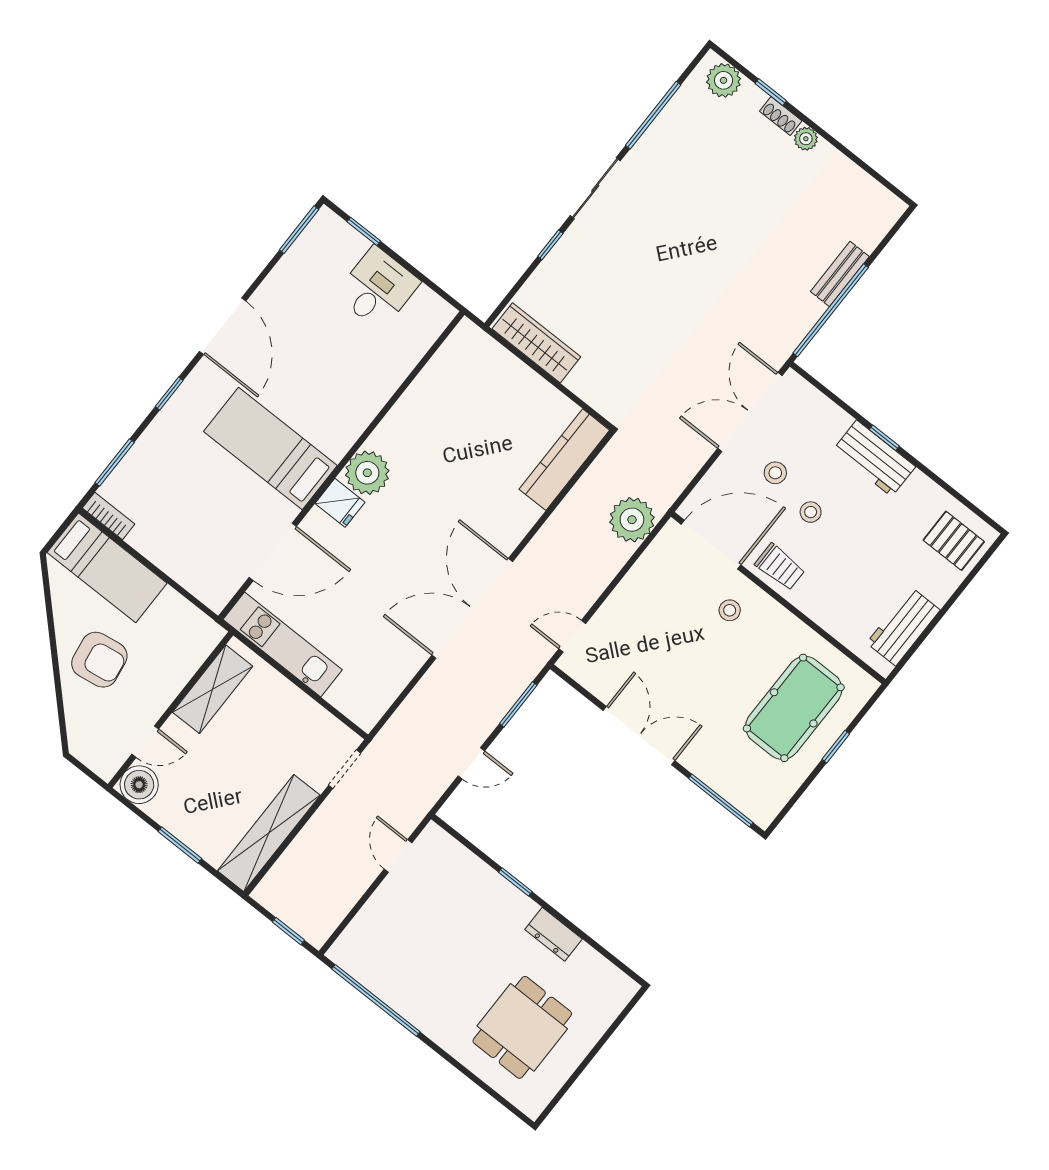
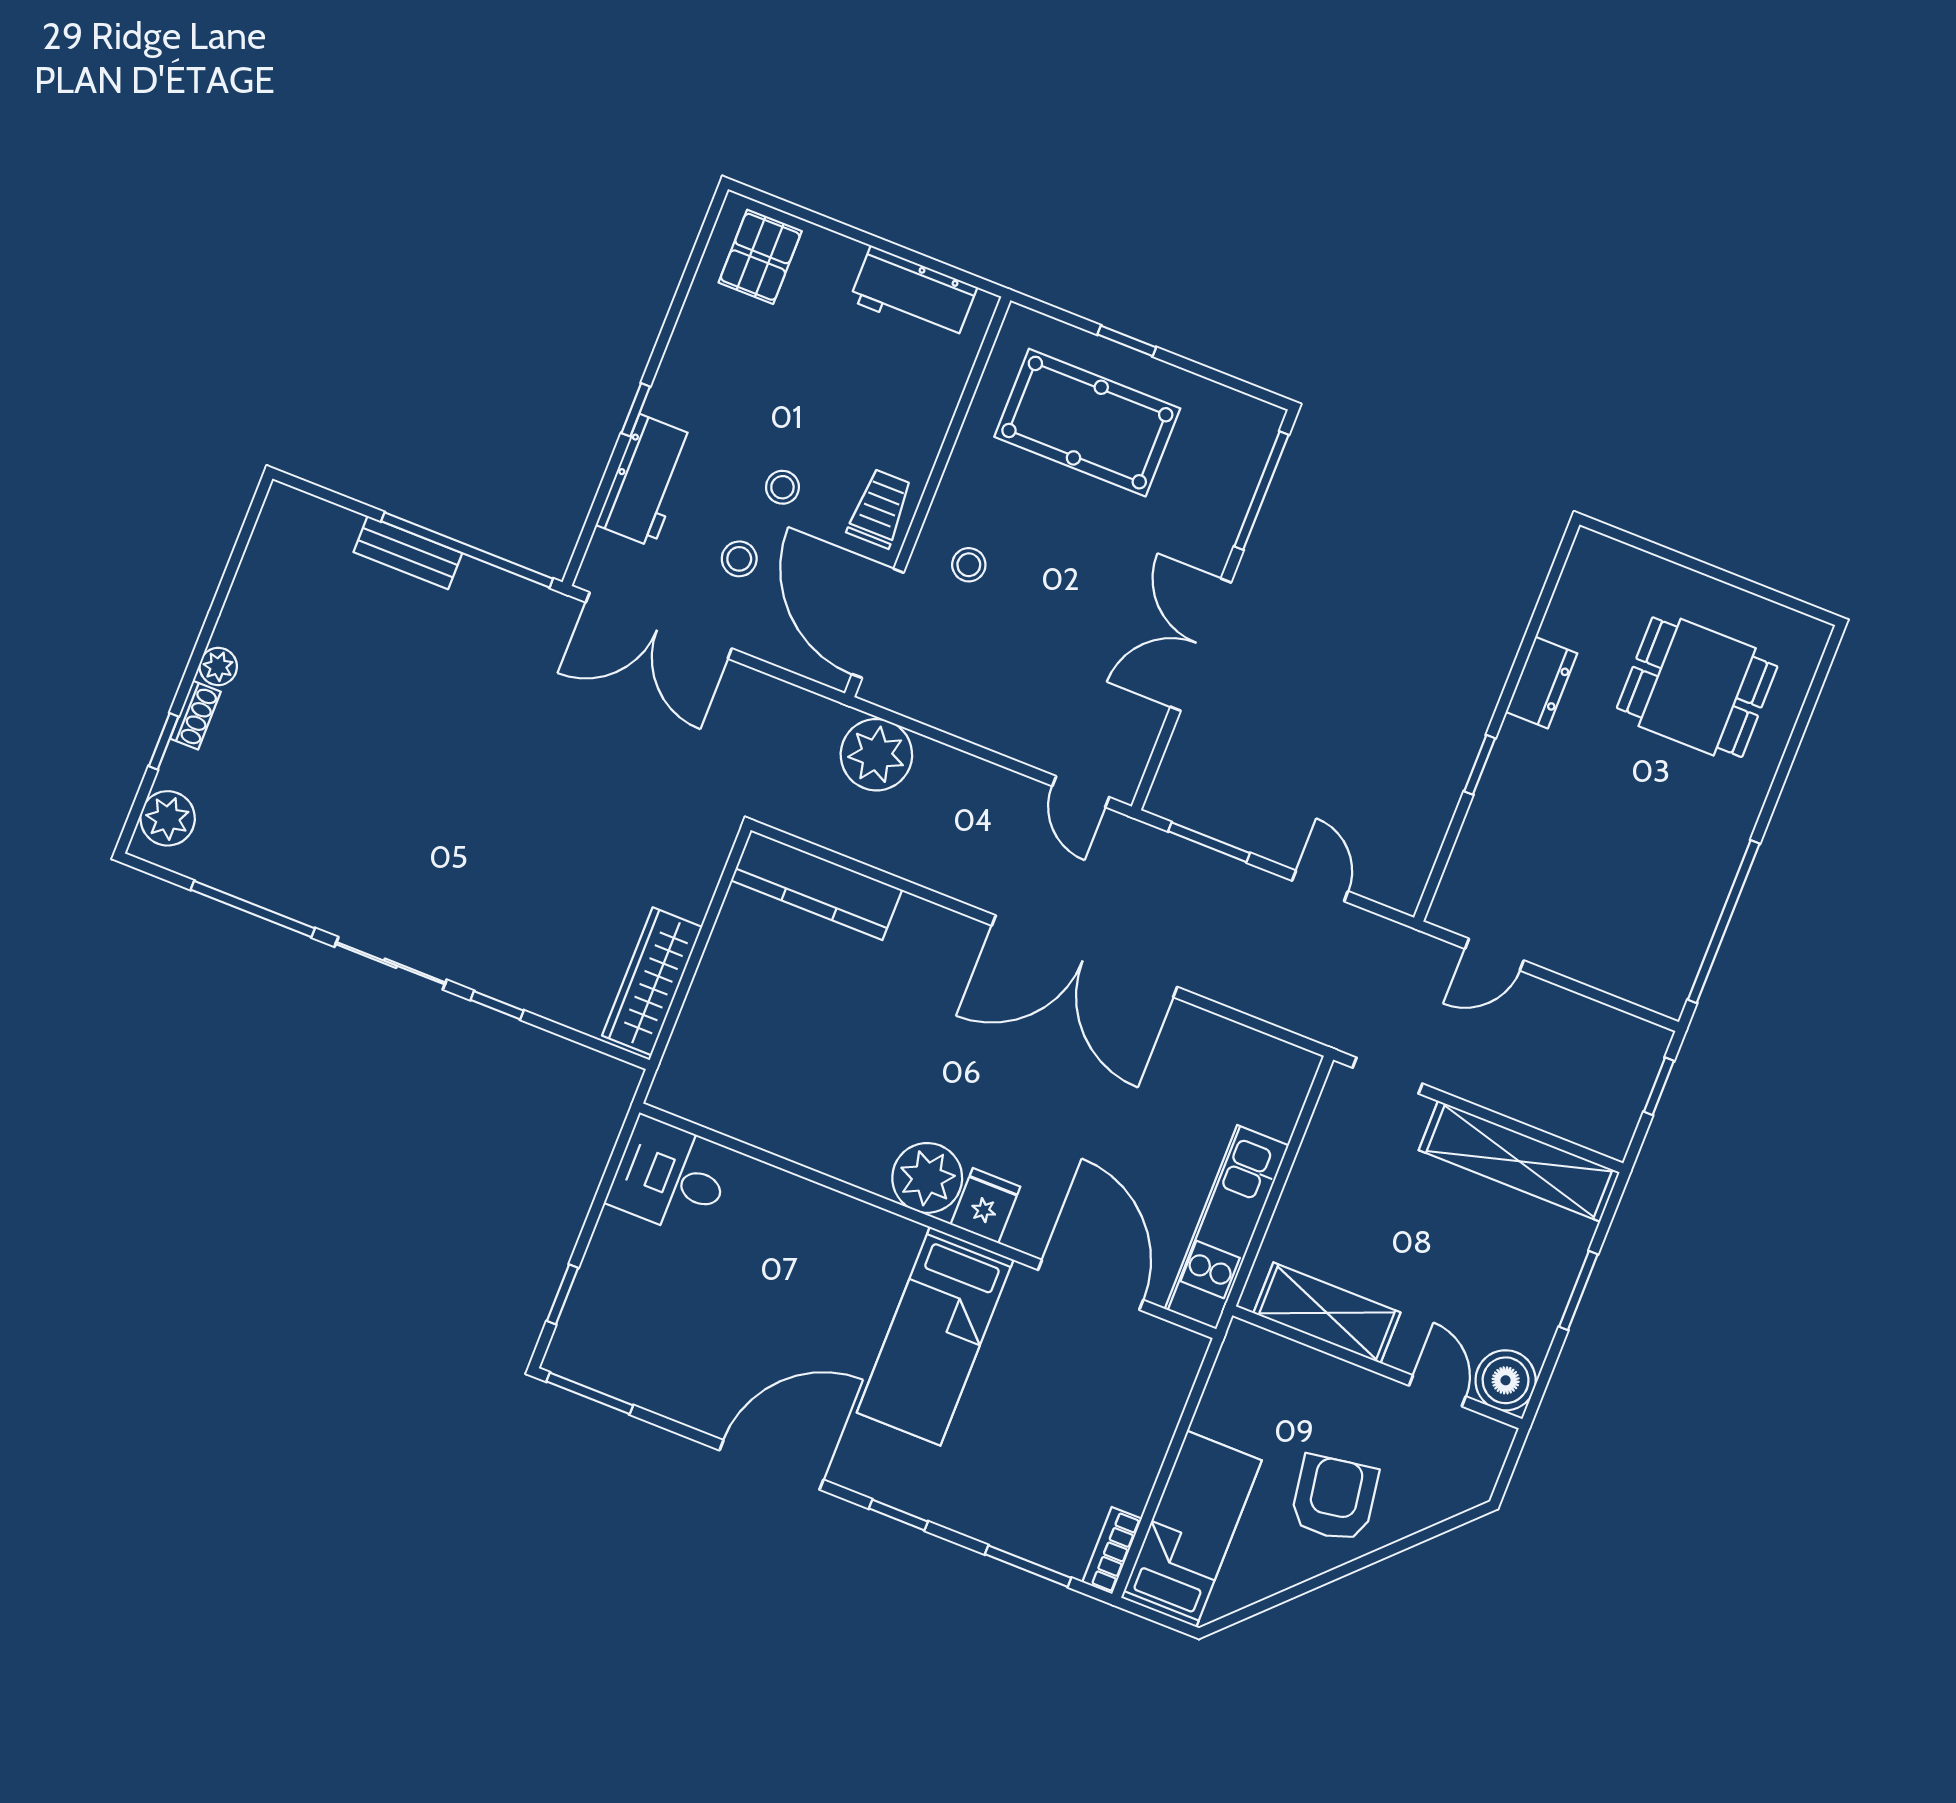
desk: (378, 288) -> (670, 1177), moved
workbench: (874, 458) -> (646, 481), moved

